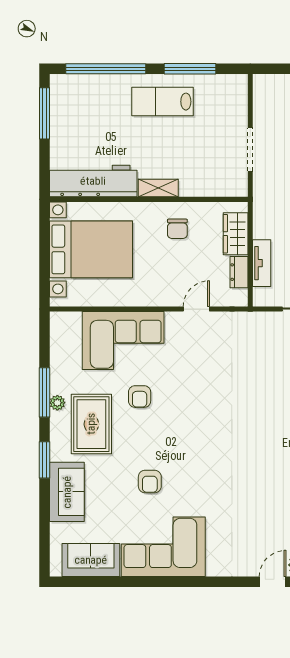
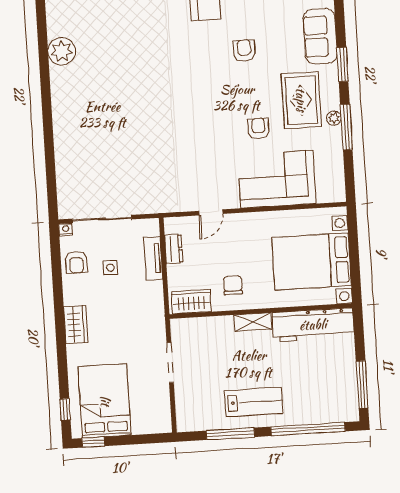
wardrobe: (236, 234) -> (191, 302), moved, turned -90

